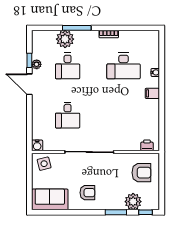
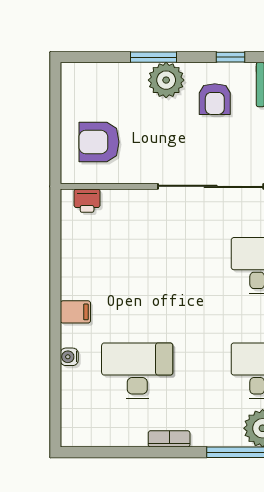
armchair: (87, 193) -> (215, 99), turned -90
plant: (133, 202) -> (166, 80), moved
window: (146, 212) -> (231, 57), moved

